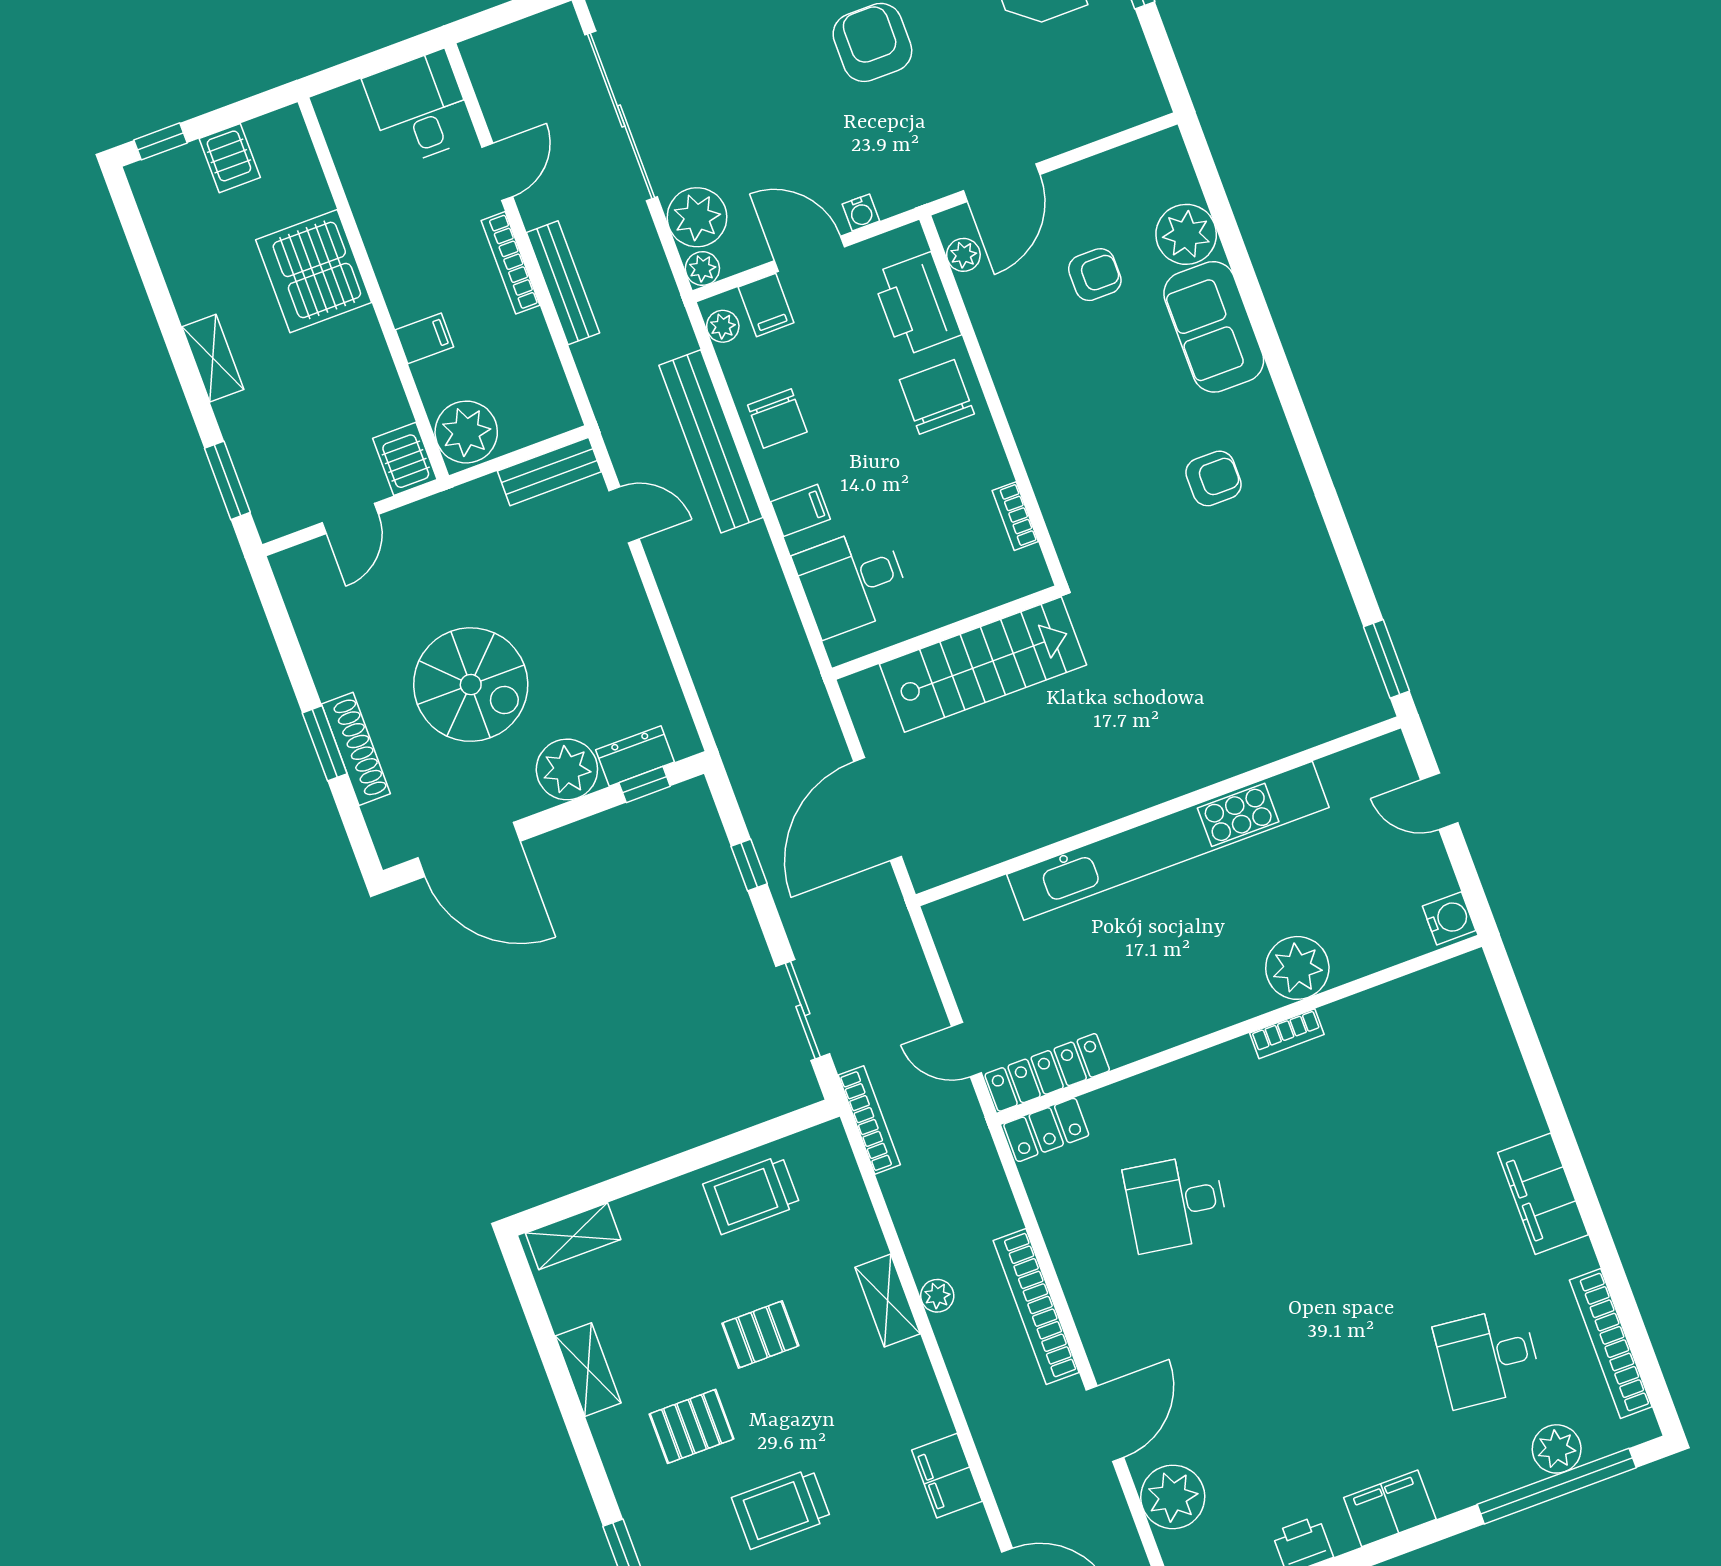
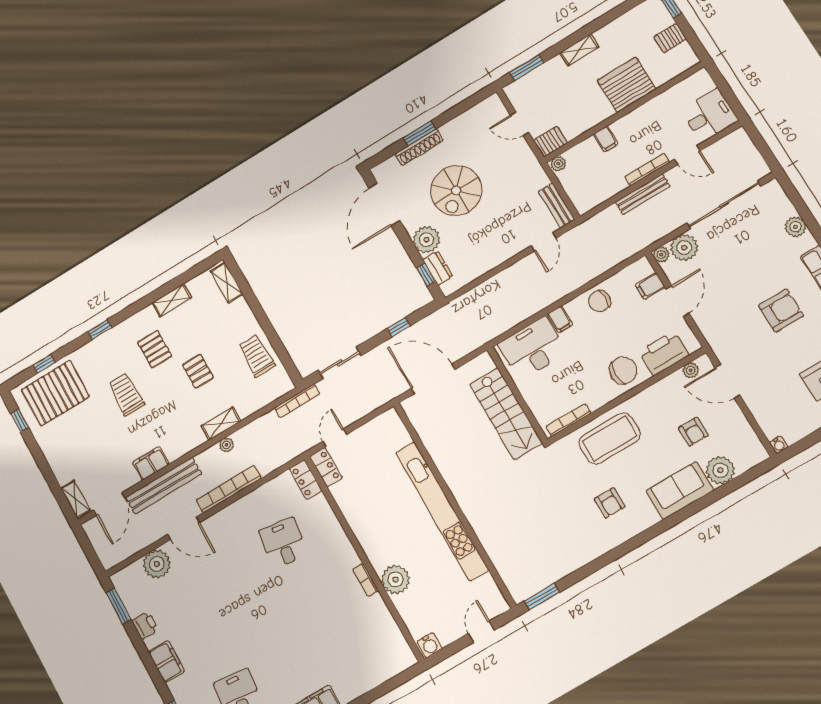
water cooler: (861, 212) -> (779, 445), moved, turned -90
plant: (723, 326) -> (637, 269), removed
plant: (466, 432) -> (558, 164), width x0.53, depth x0.53
bench: (711, 441) -> (164, 486), moved
coffee table: (1077, 453) -> (610, 438), added
bookcase: (1015, 516) -> (568, 420), width x1.56
desk: (852, 581) -> (532, 348), width x1.37
locker: (1047, 1072) -> (326, 467), width x0.66

